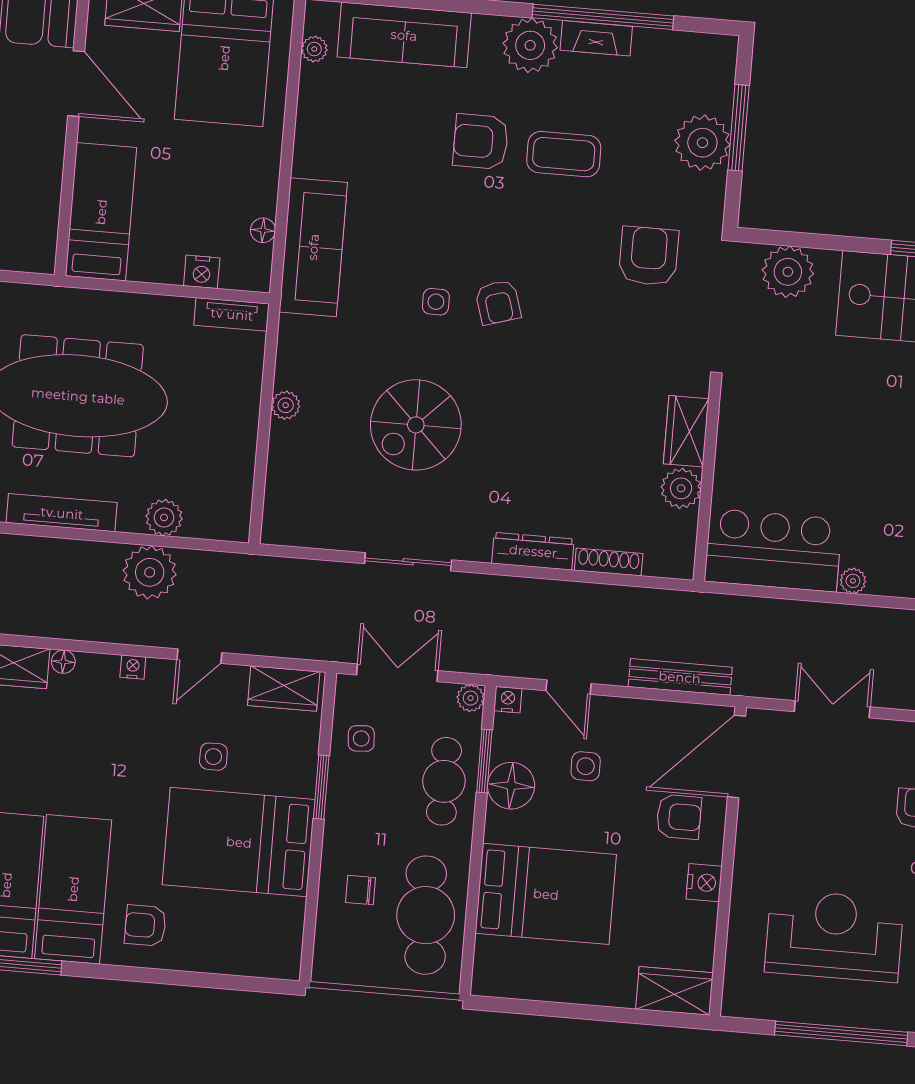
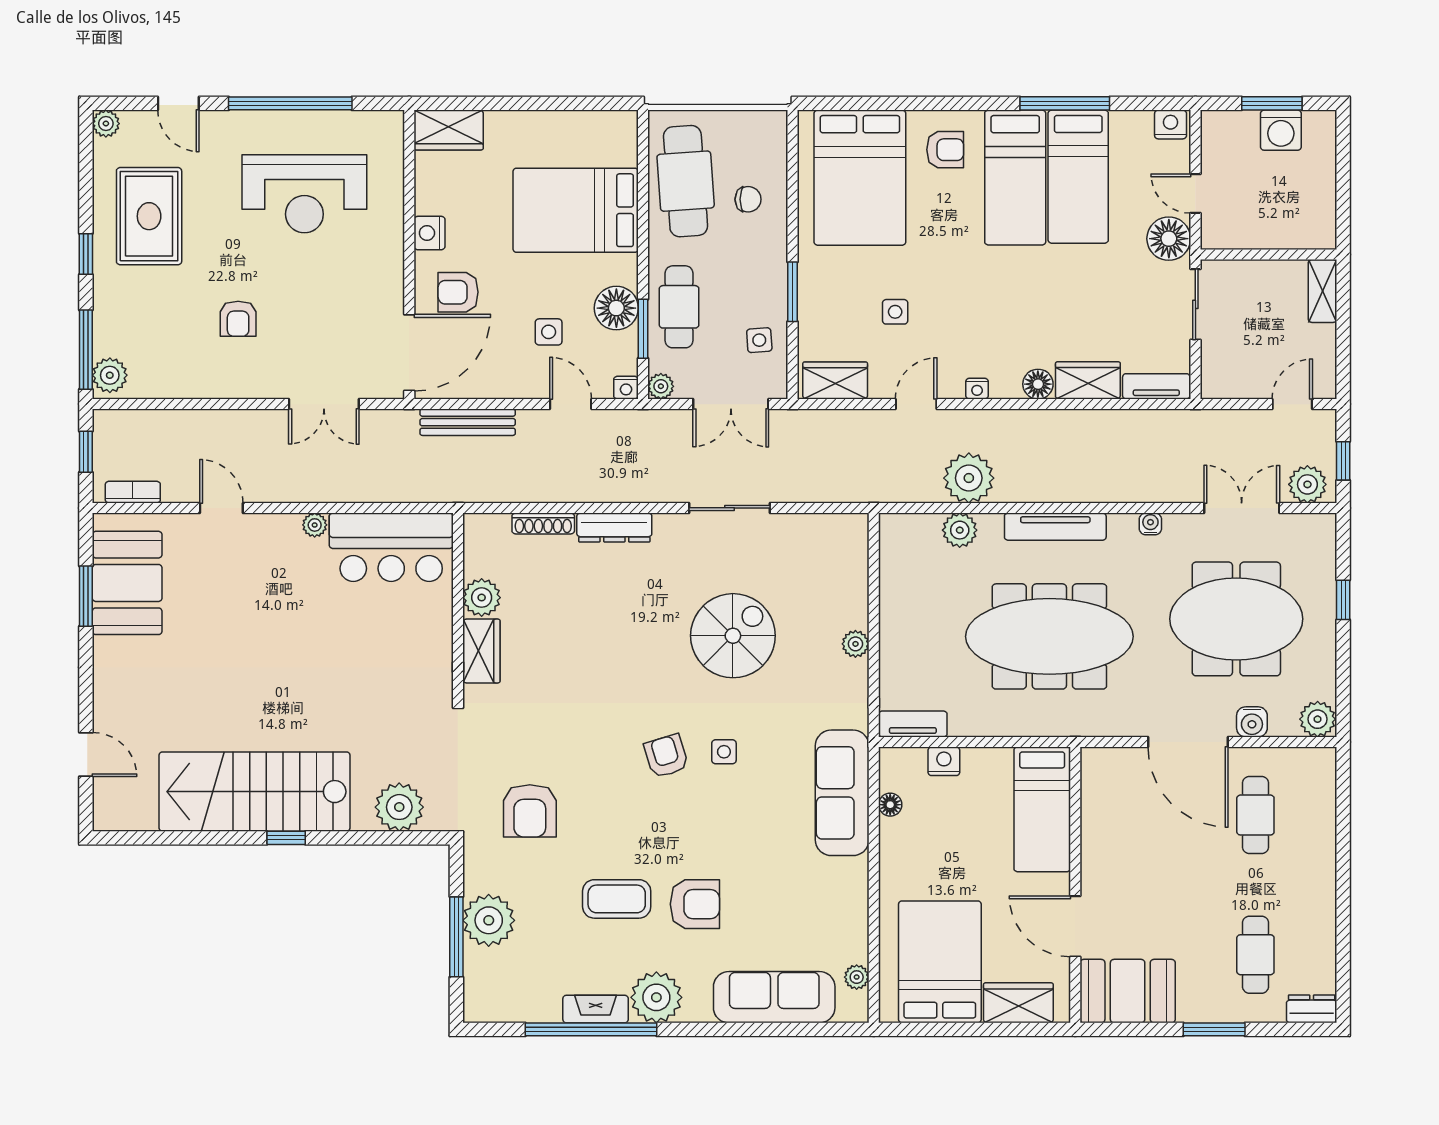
floor lamp: (63, 662) -> (1038, 384), width x1.37, depth x1.37
bed: (239, 842) -> (860, 178), moved, turned 90

